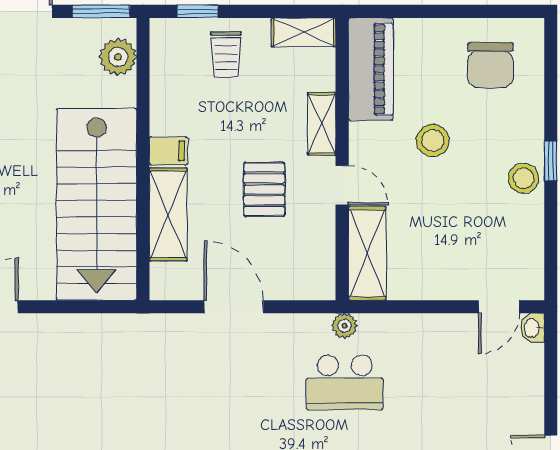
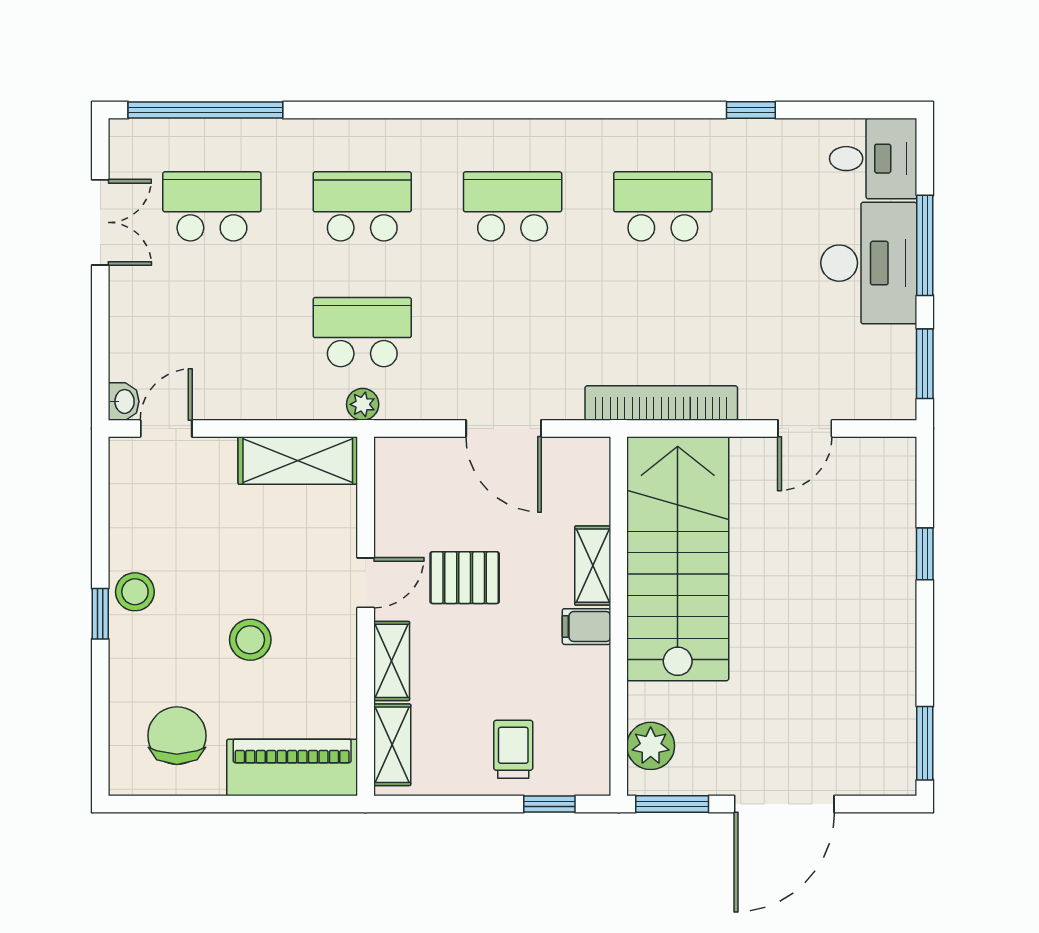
shelving: (304, 32) -> (392, 745), moved, turned 90
piano: (371, 69) -> (292, 767), moved, turned 90
door: (342, 185) -> (366, 583), swing flipped
pallet: (264, 189) -> (465, 578), turned 90
shelving: (168, 214) -> (593, 566), width x0.67, depth x0.75
shelving: (367, 253) -> (298, 460), moved, turned 90
bookcase: (110, 327) -> (661, 403), added

